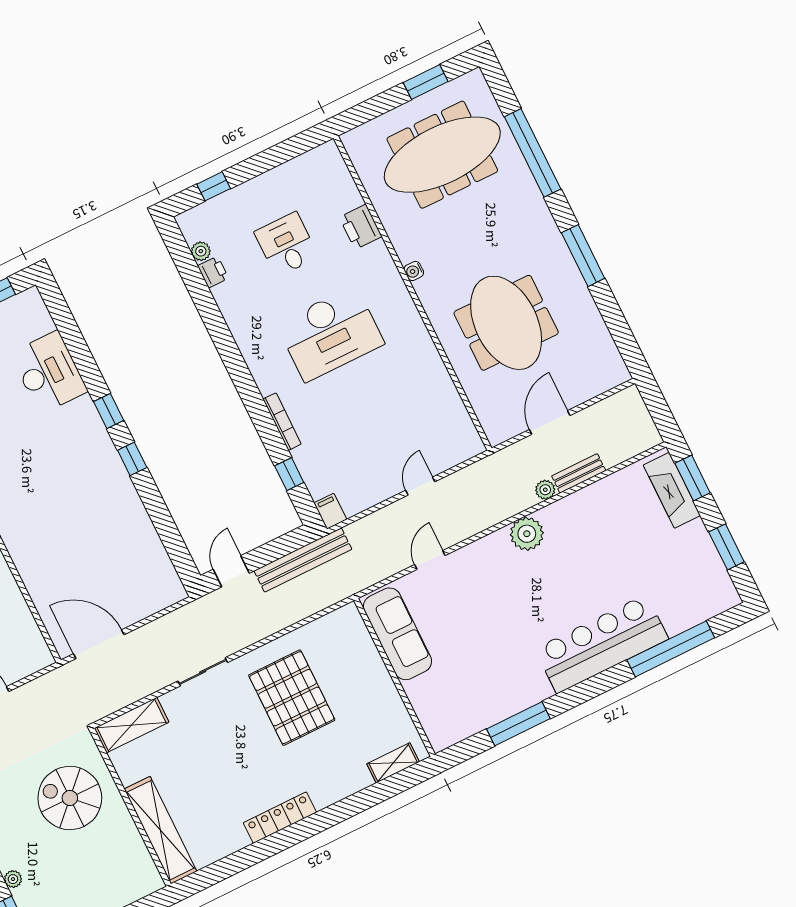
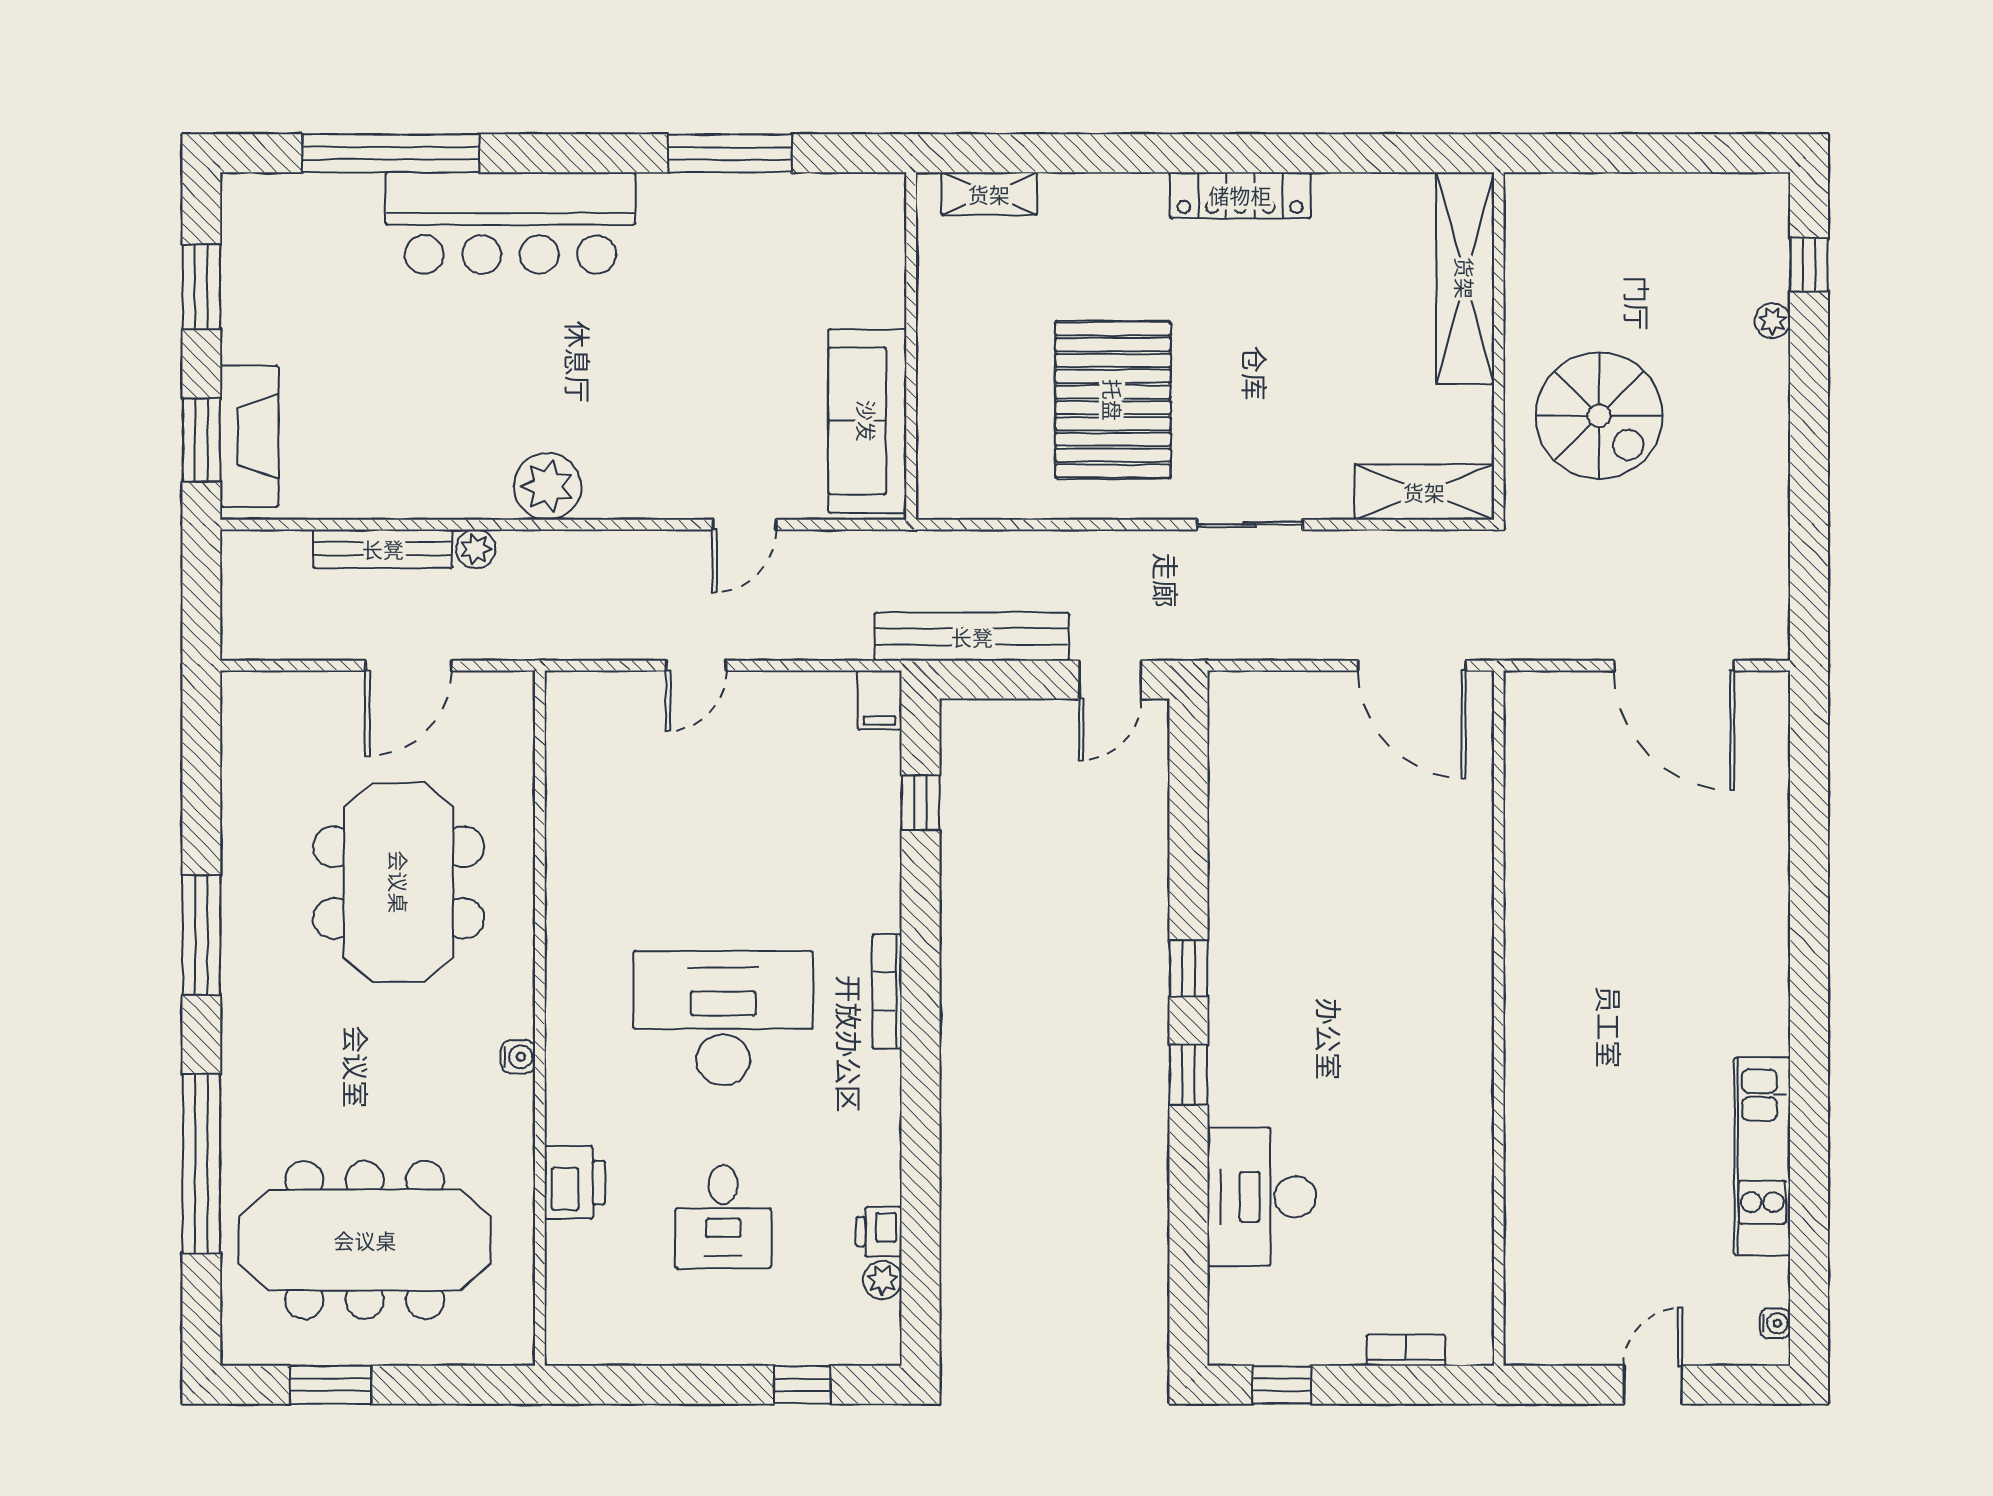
bookcase: (282, 422) -> (887, 992), moved
bench: (579, 473) -> (383, 549), width x1.36

